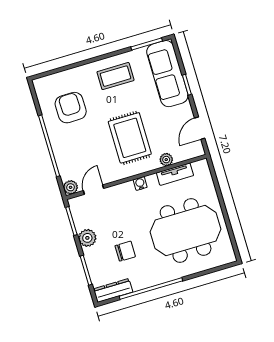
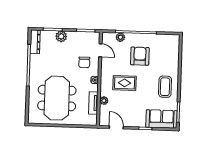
sofa: (167, 74) -> (162, 119), width x0.73
armchair: (71, 108) -> (140, 56), moved, turned -89
rug: (130, 138) -> (125, 83), width x0.73, depth x0.70
plant: (71, 187) -> (120, 37), moved
plant: (87, 238) -> (61, 36), moved
chair: (125, 251) -> (84, 62), moved

